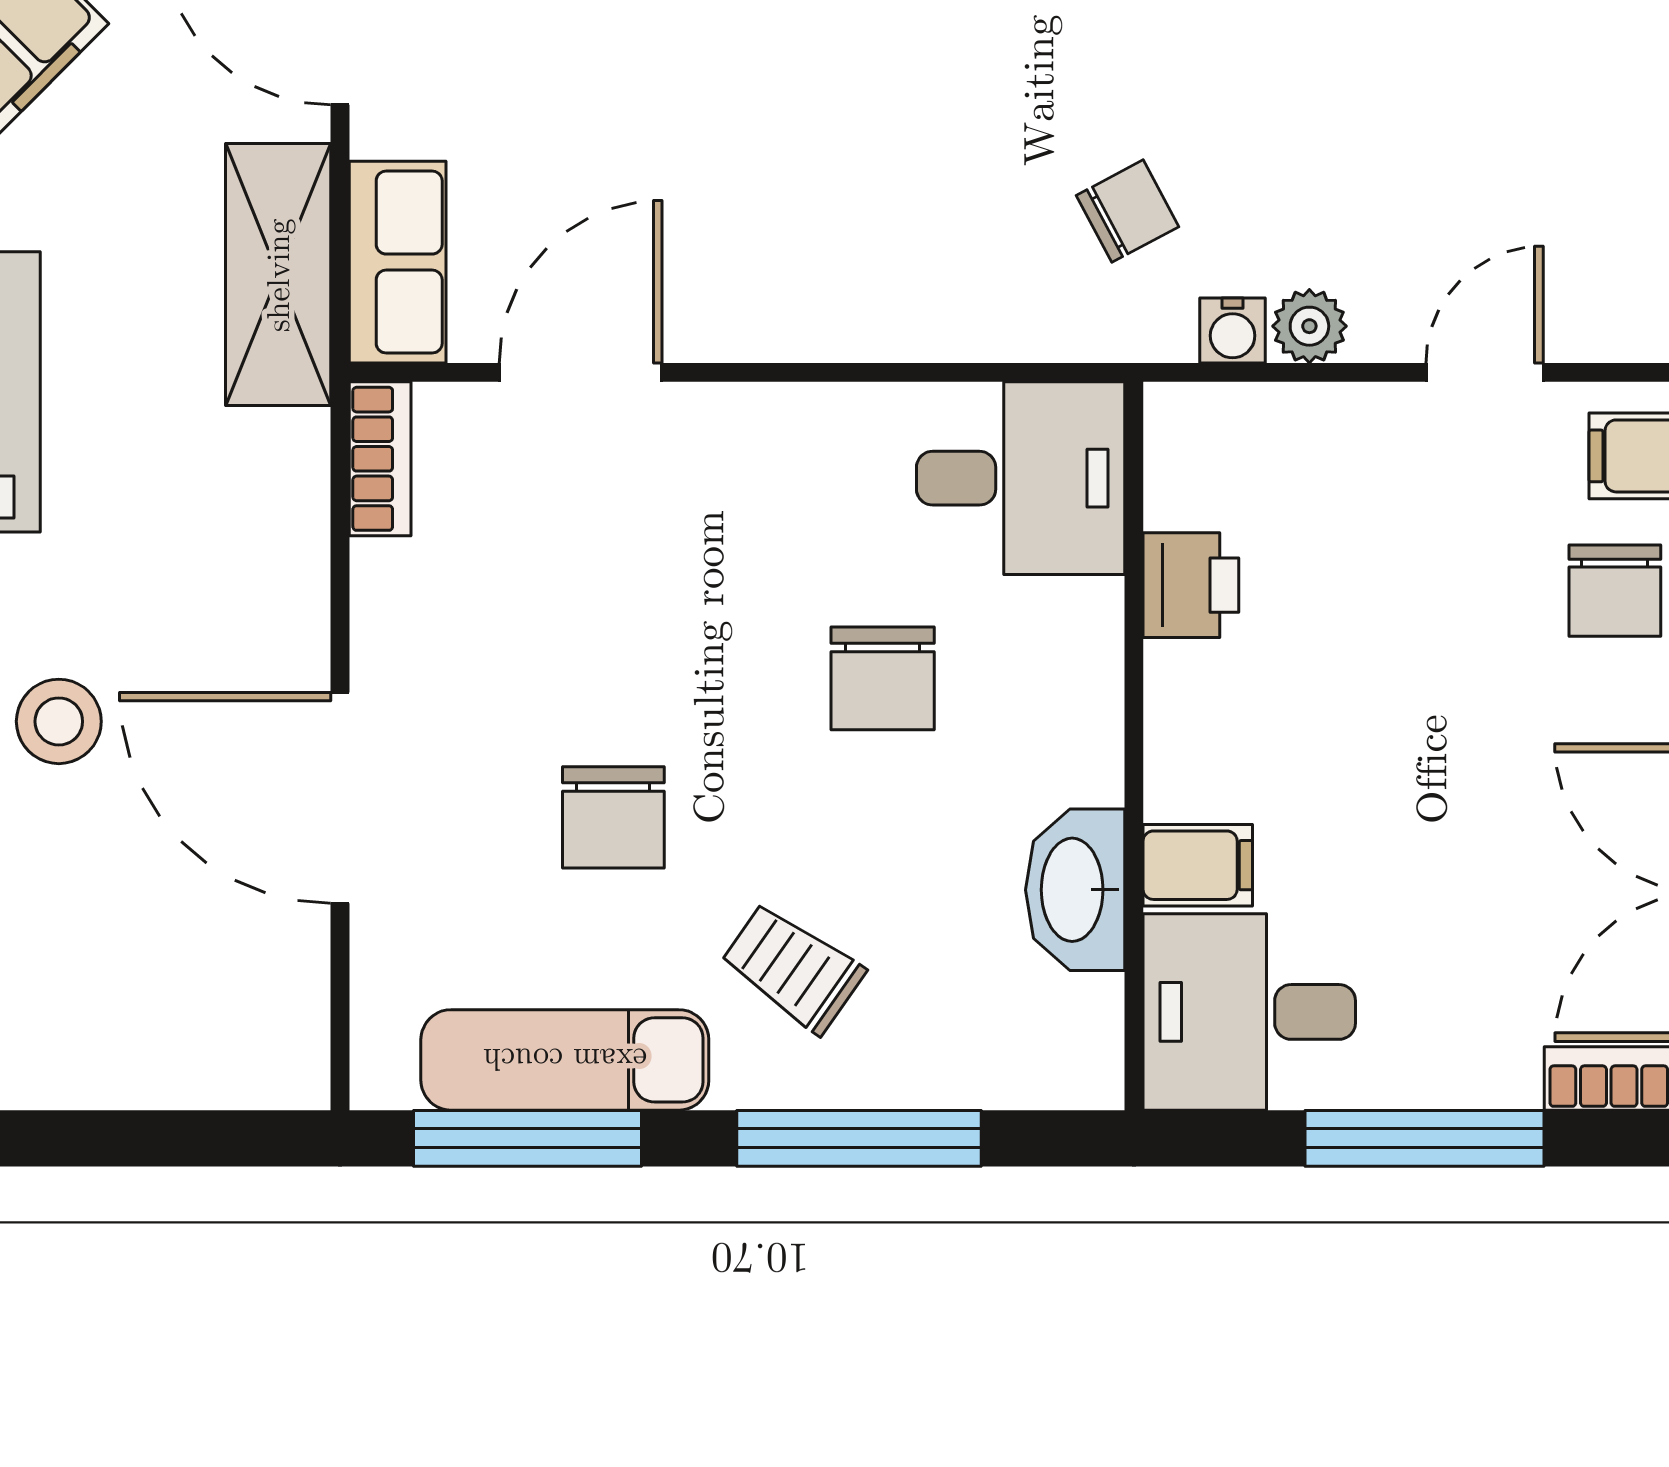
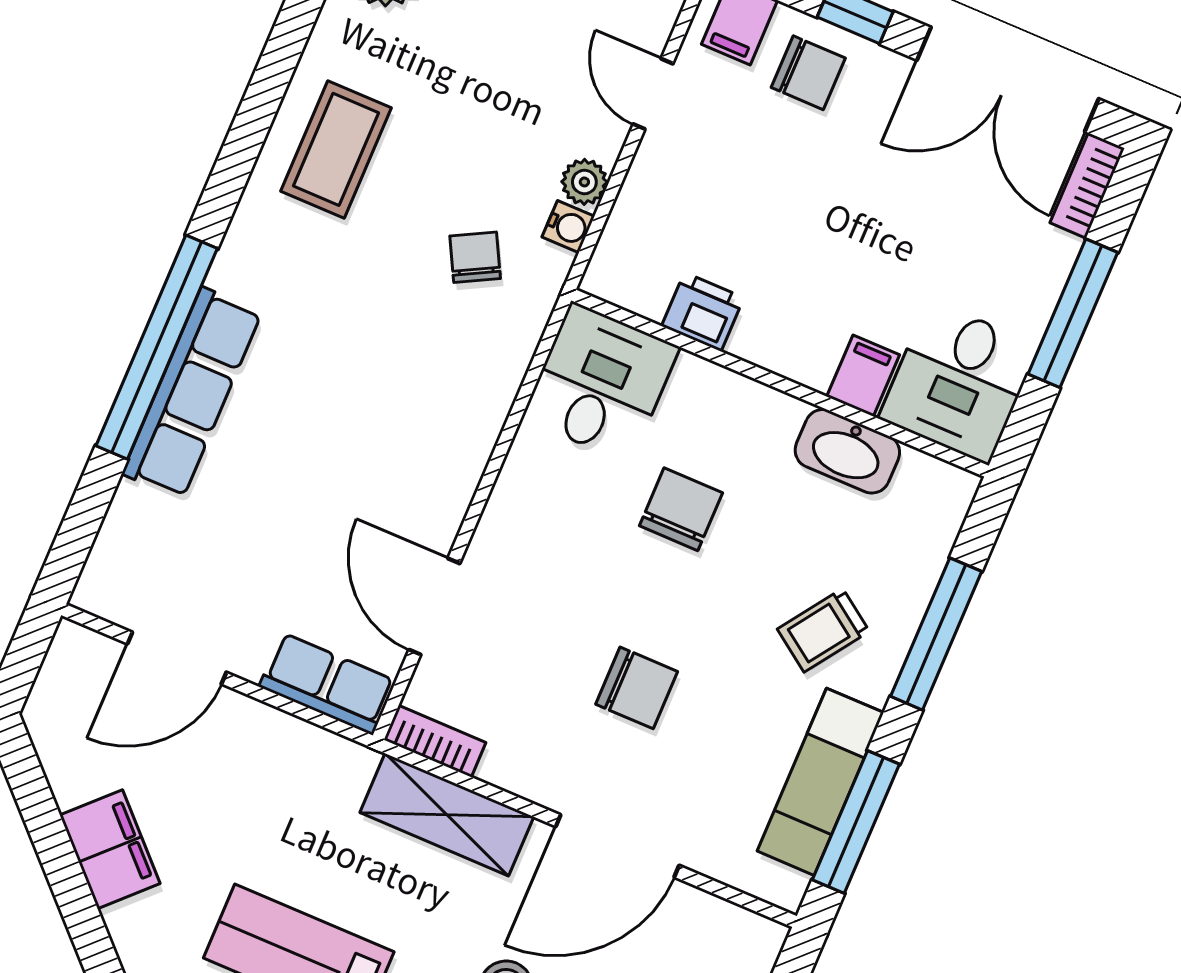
shelving: (278, 275) -> (447, 815), moved
chair: (883, 678) -> (681, 509), turned -90
chair: (613, 817) -> (637, 688), moved

